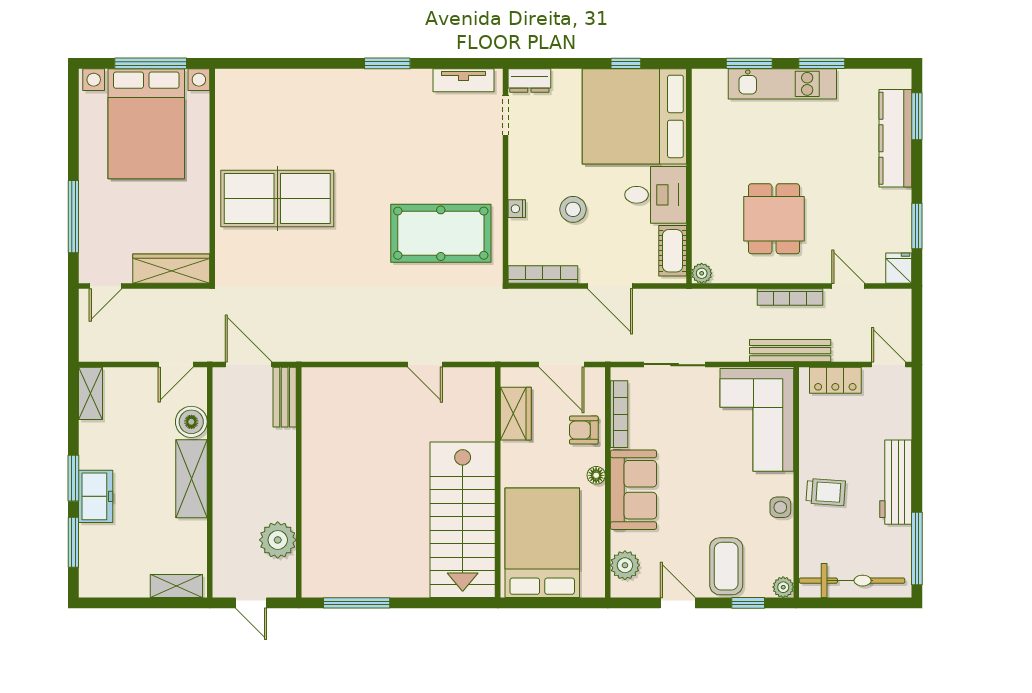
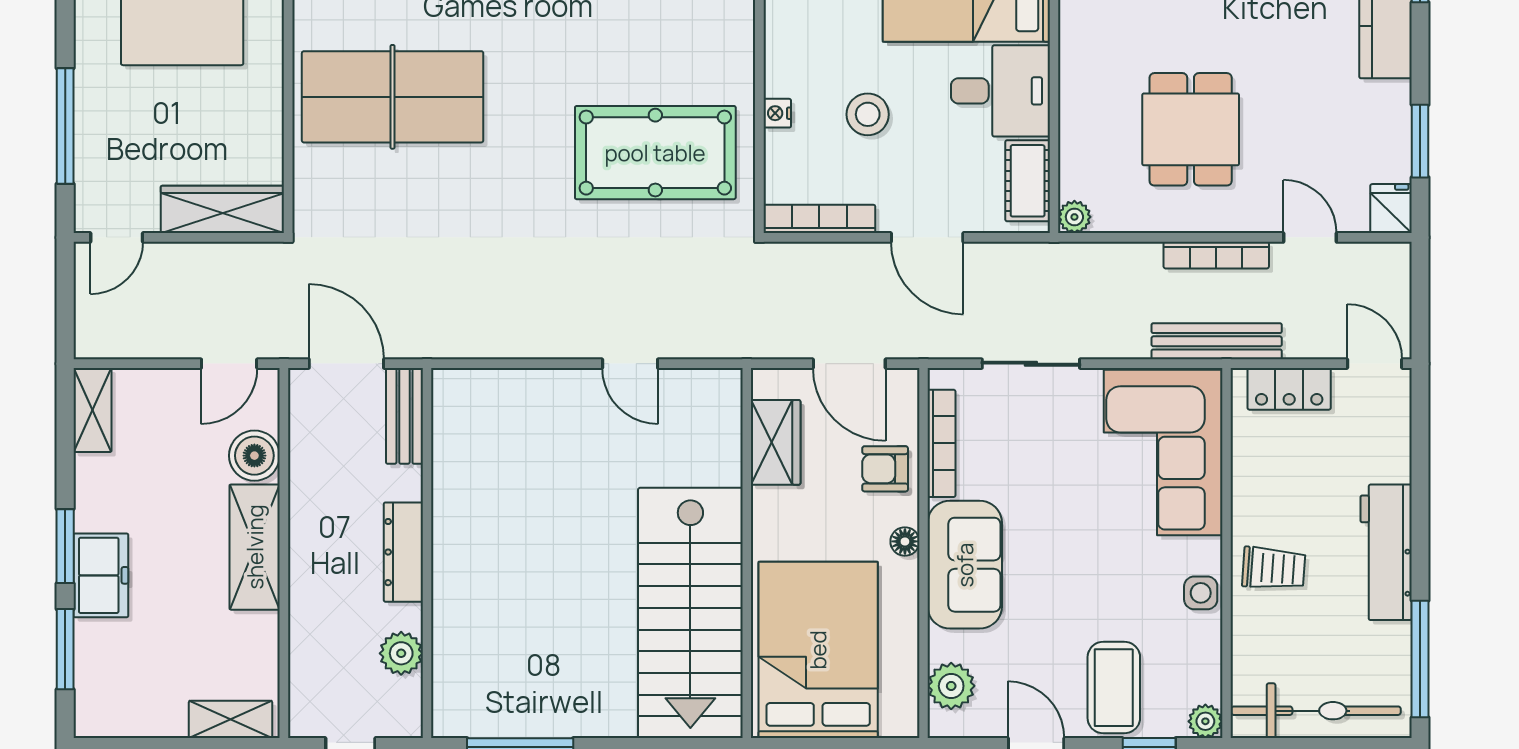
dresser: (284, 482) -> (403, 552), added
plant: (278, 540) -> (401, 653), width x0.73, depth x0.73

